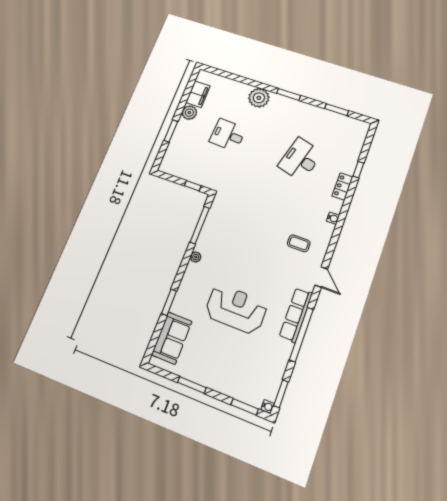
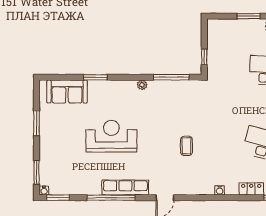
coffee table: (299, 243) -> (186, 146), moved
reception desk: (236, 309) -> (111, 136), turned -90

